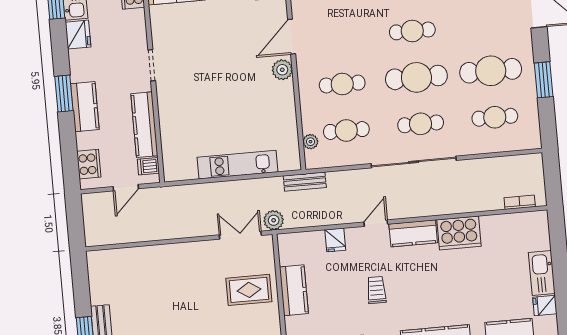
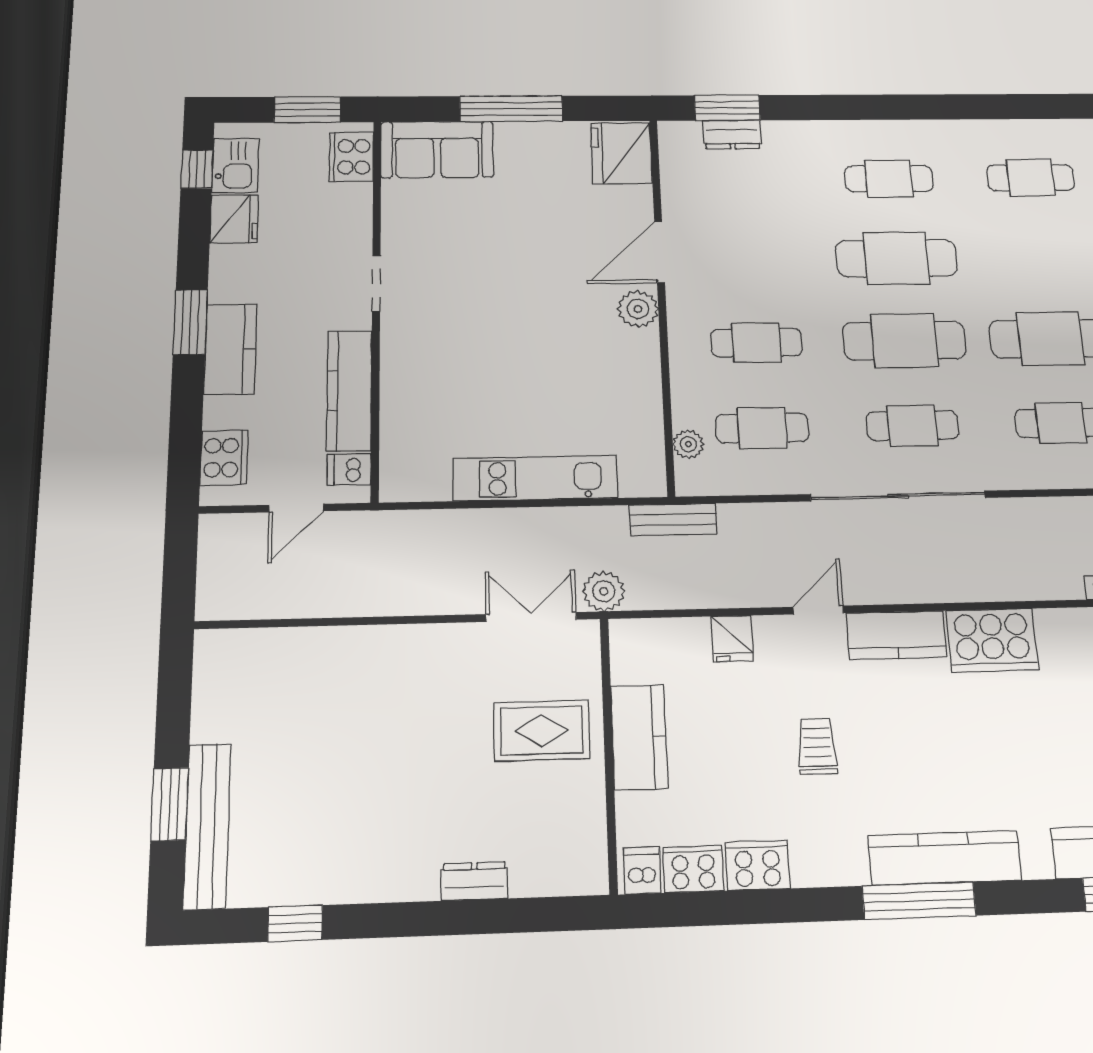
cafe table: (412, 31) -> (896, 258), width x1.37, depth x1.35

